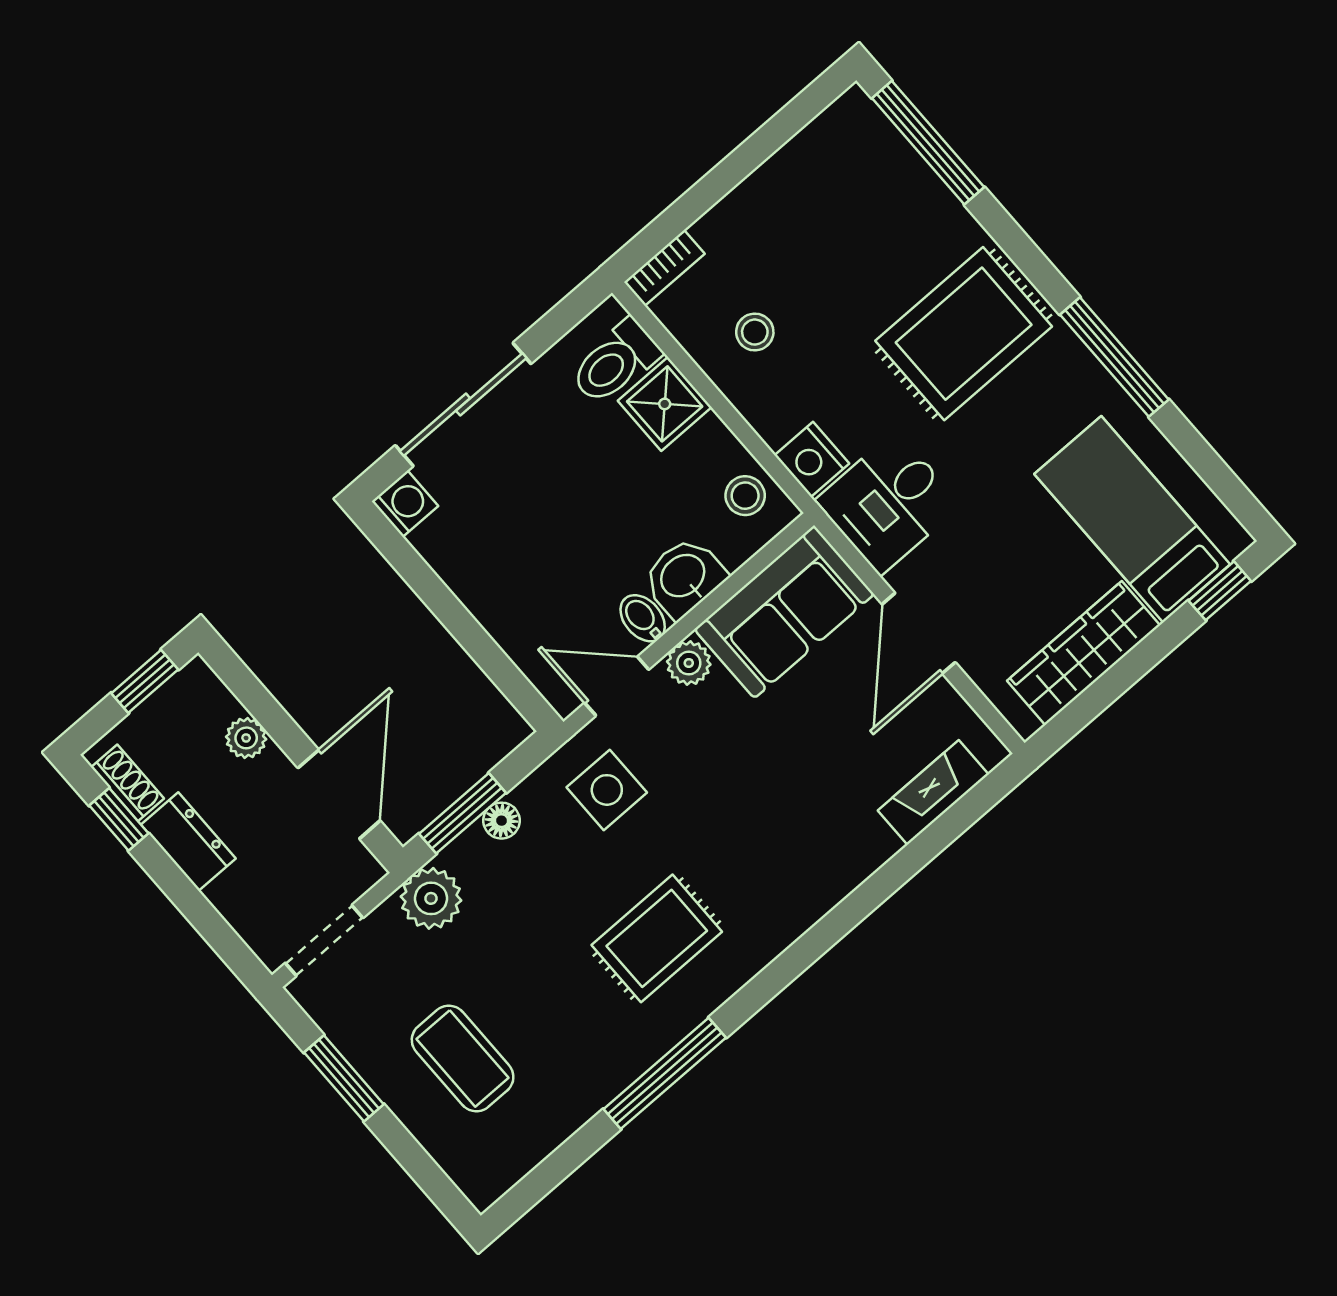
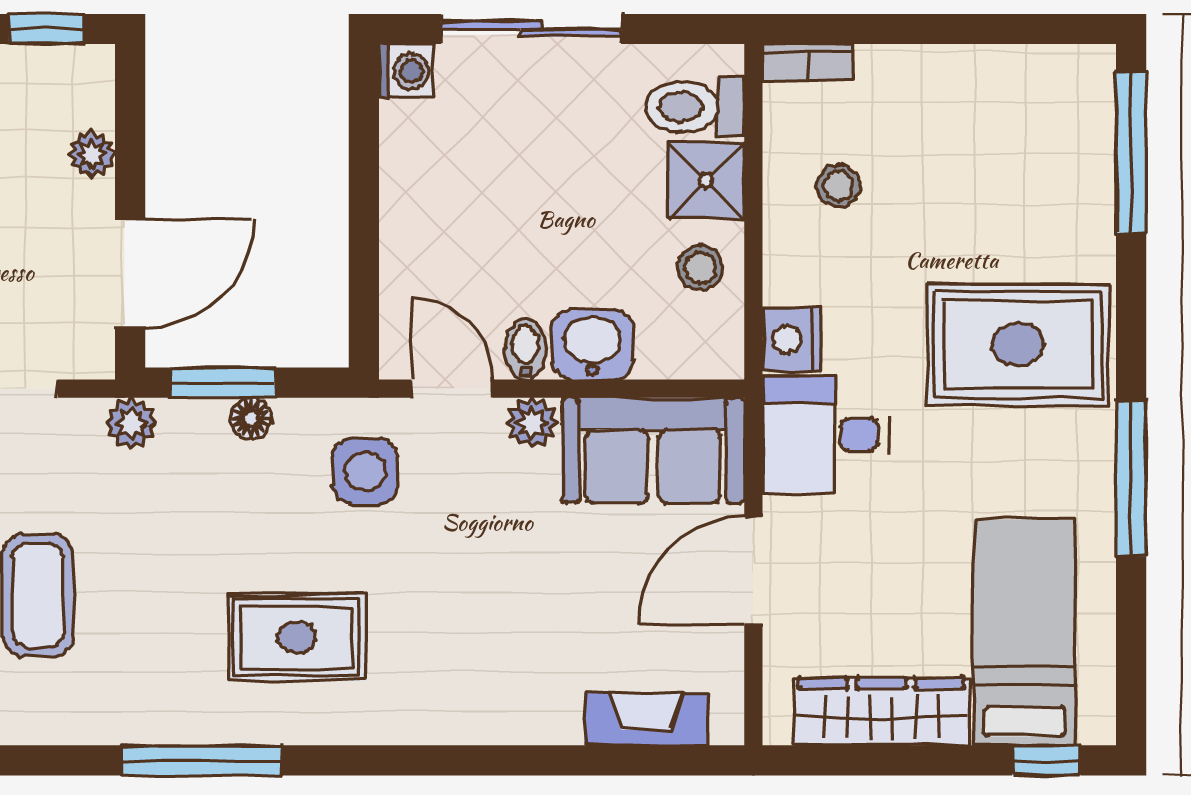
stool: (745, 496) -> (700, 268), moved
plant: (431, 898) -> (131, 423), width x0.73, depth x0.73

